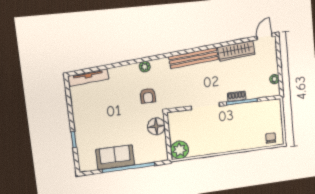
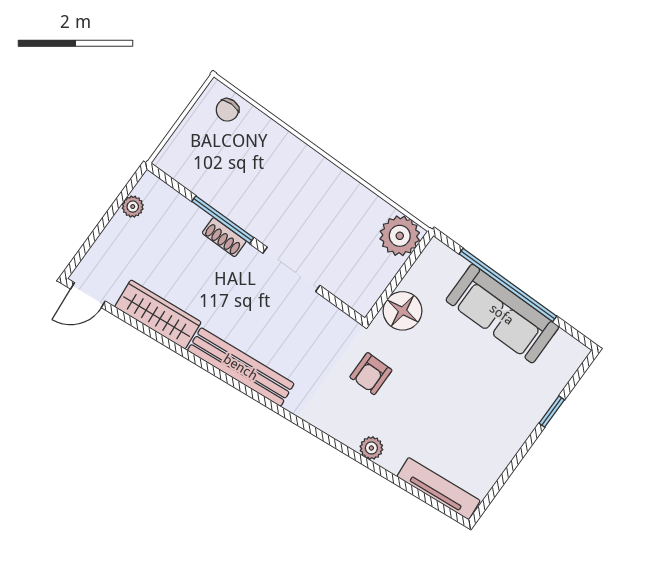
plant: (145, 67) -> (371, 448), moved
armchair: (148, 96) -> (371, 374), turned 180
sofa: (115, 157) -> (502, 314), width x1.36

